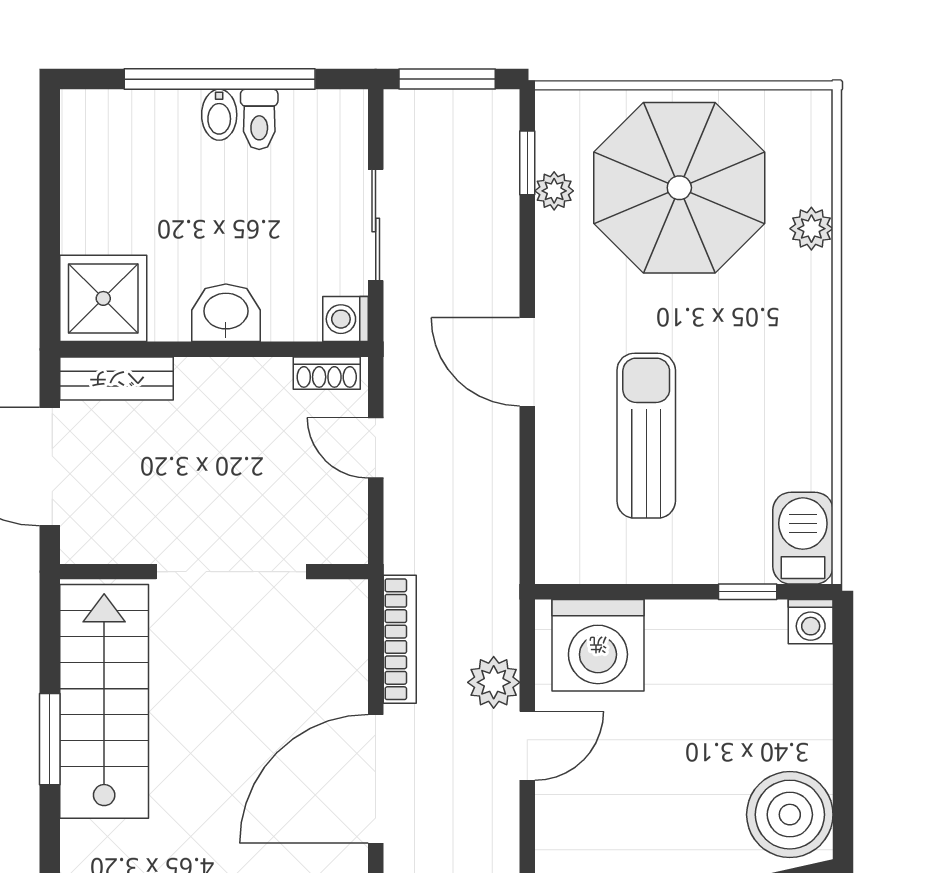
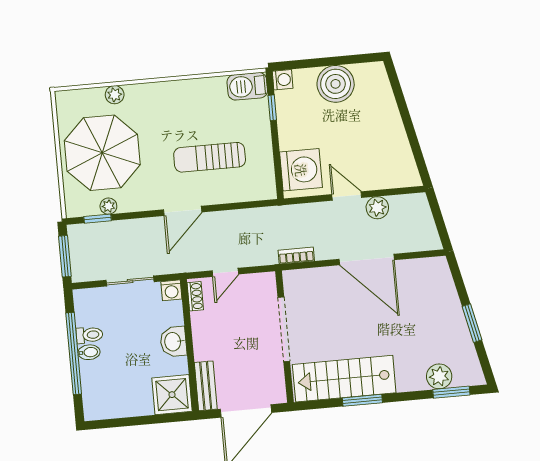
bookcase: (400, 639) -> (296, 256), width x0.64
plant: (494, 682) -> (377, 208), moved
boiler: (790, 815) -> (336, 84), moved

